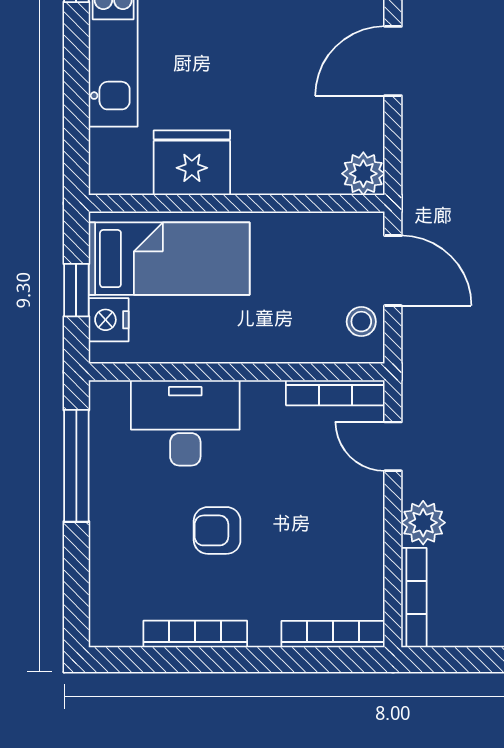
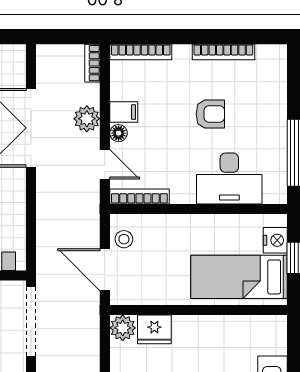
fridge: (192, 163) -> (154, 329), moved, width x0.73, depth x0.75
floor lamp: (370, 499) -> (119, 133), added
filing cabinet: (362, 534) -> (124, 112), added
bookcase: (414, 598) -> (92, 63), width x0.64

